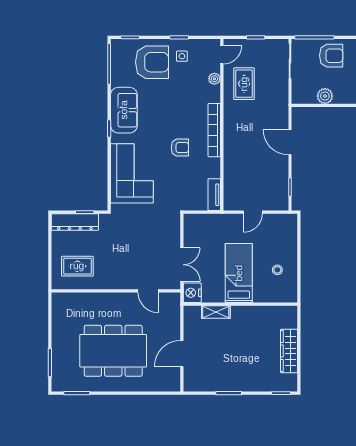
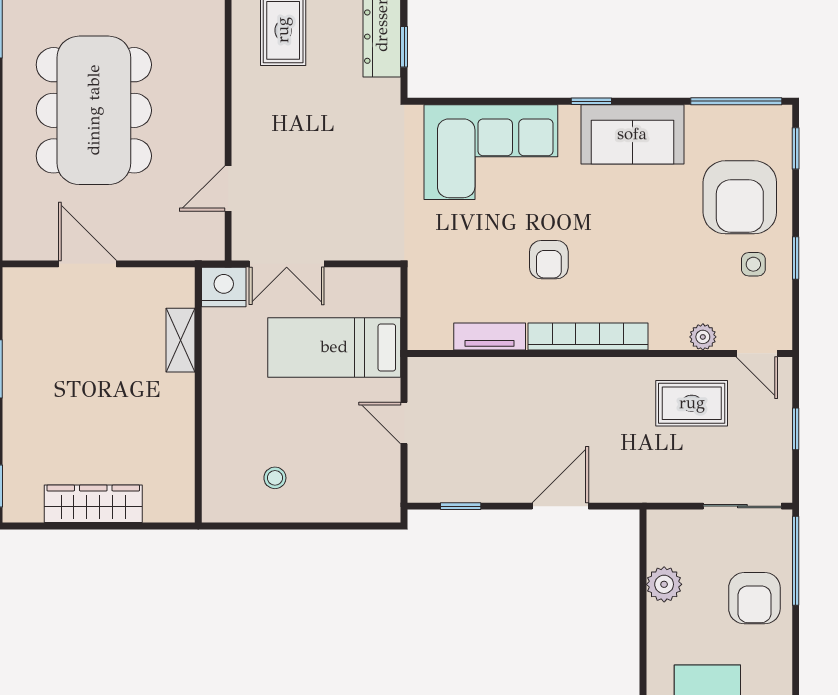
tv unit: (214, 195) -> (490, 336), moved
bed: (239, 273) -> (334, 347), moved, turned 180

